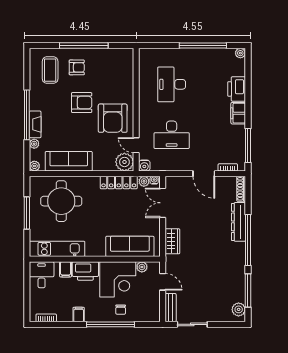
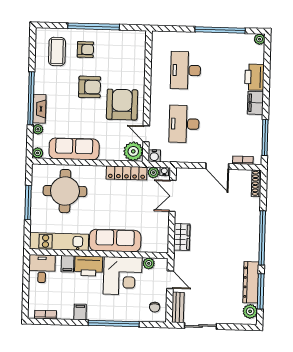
armchair: (113, 118) -> (122, 105), turned 180
desk: (172, 135) -> (184, 124), turned 90
dresser: (239, 222) -> (251, 282), moved
sofa: (130, 246) -> (115, 241), moved
chair: (121, 310) -> (155, 307), moved

